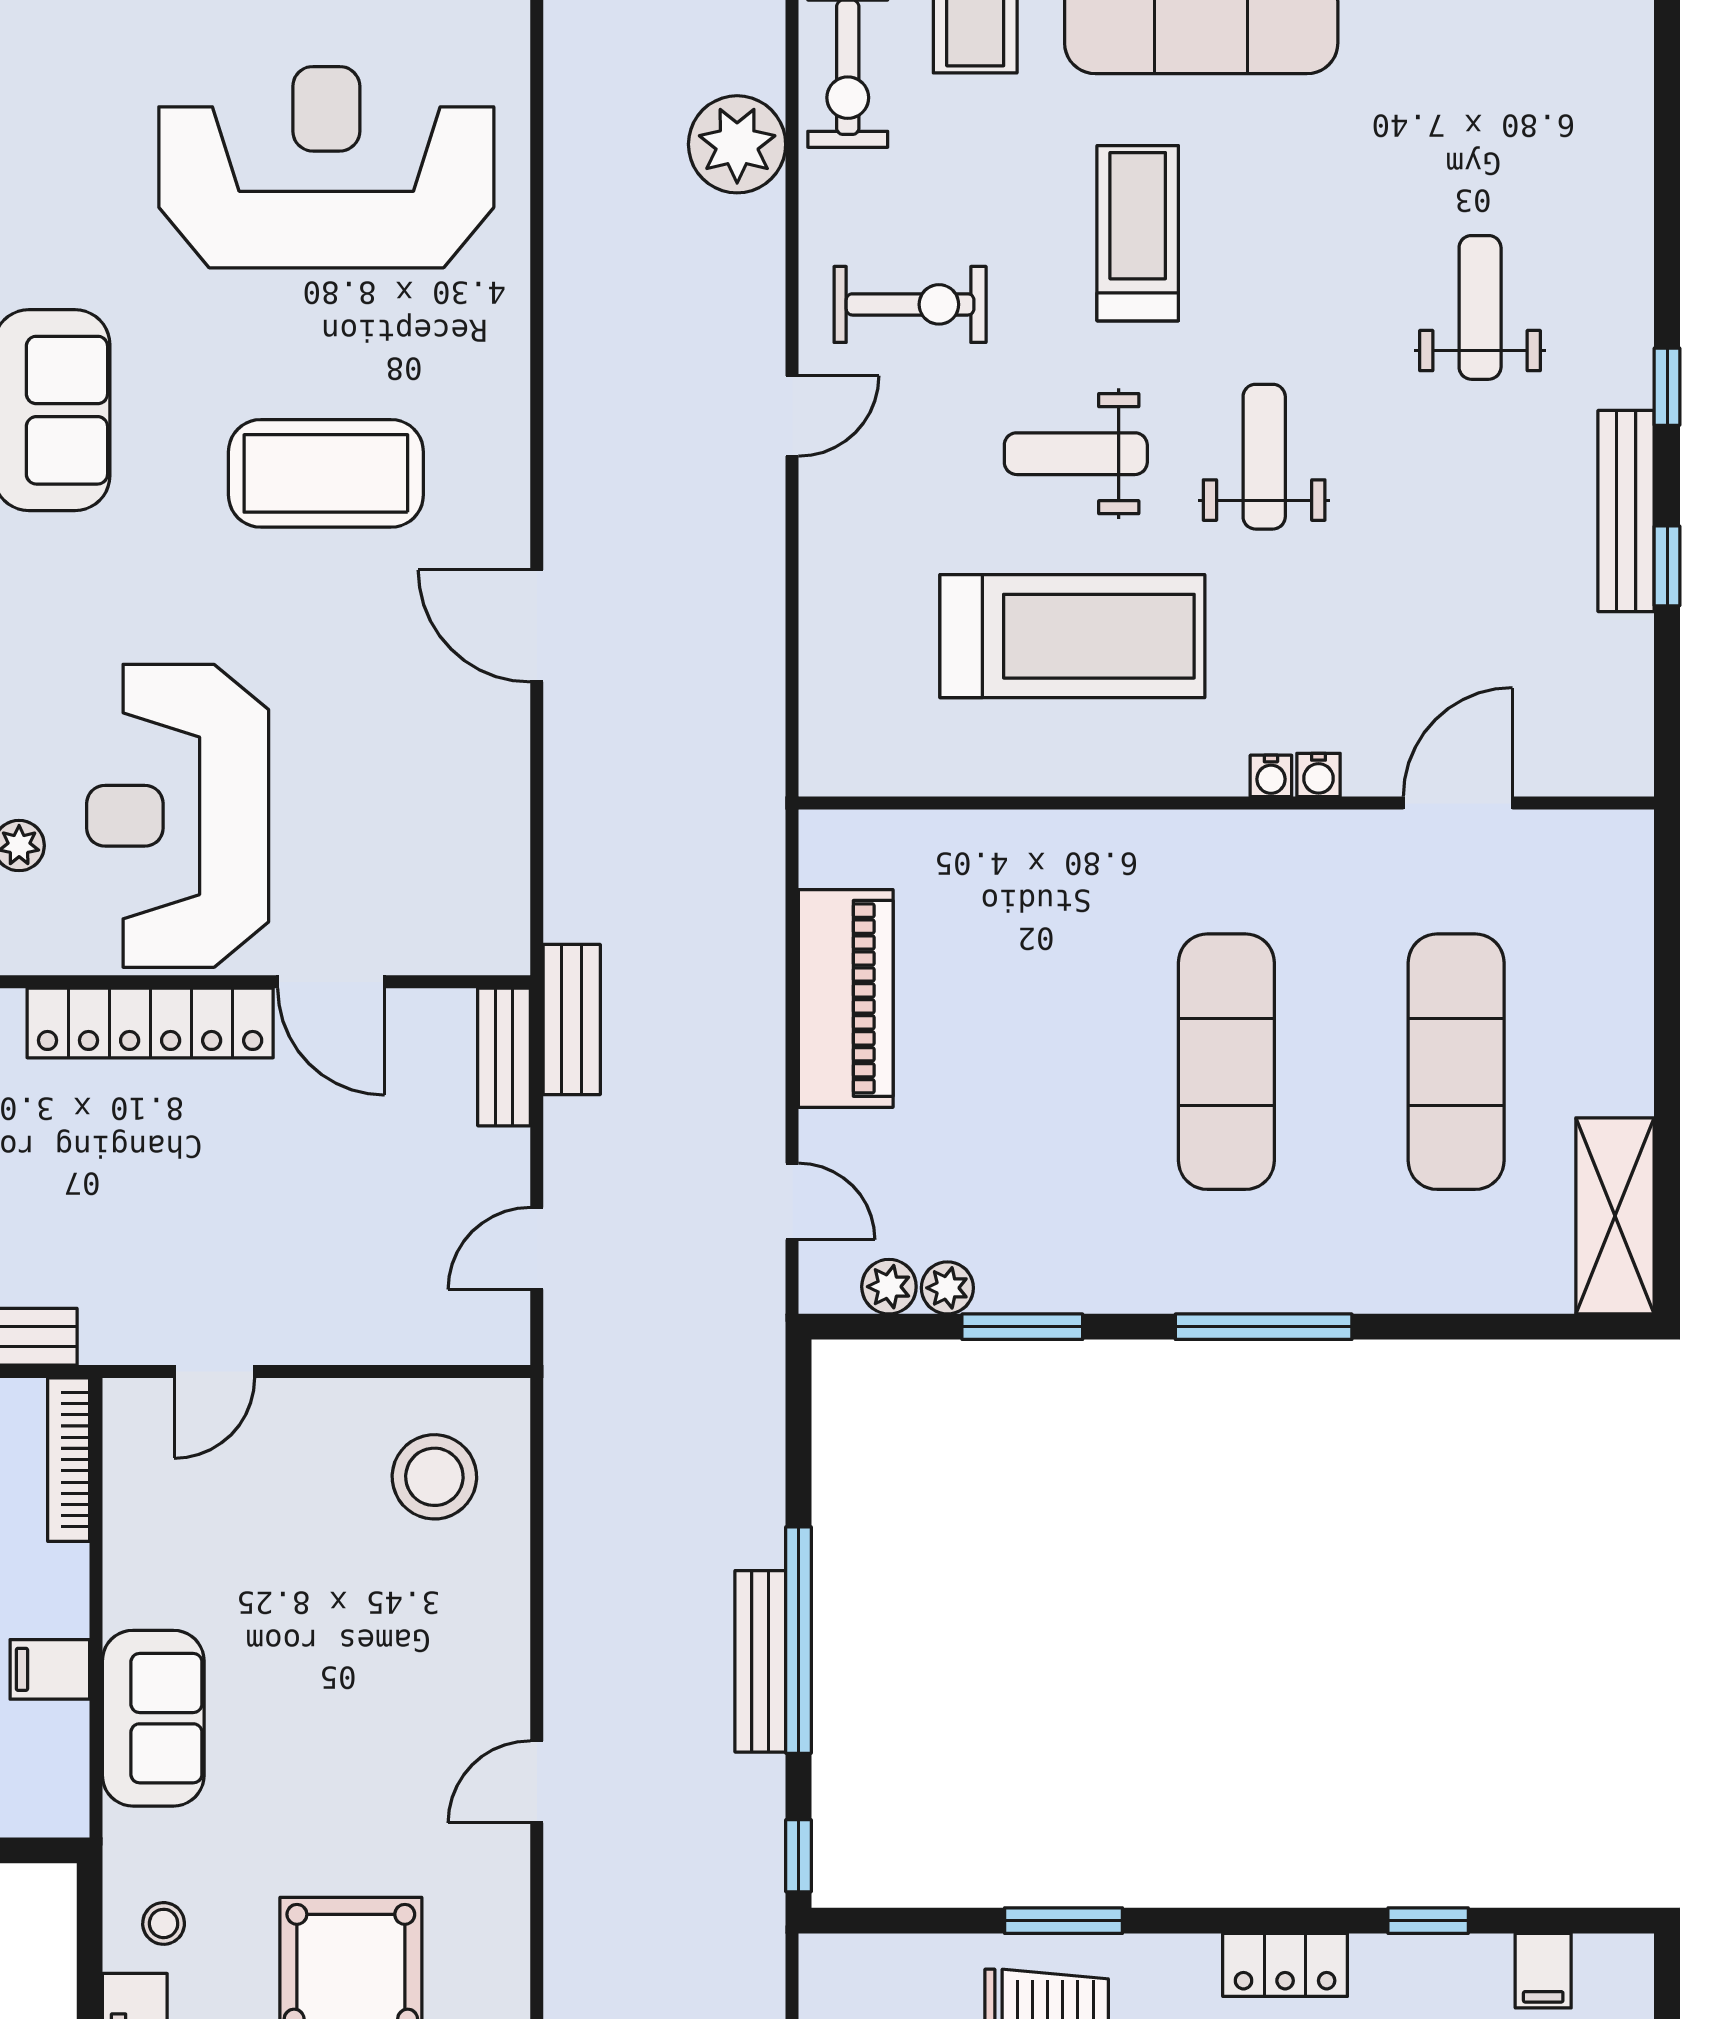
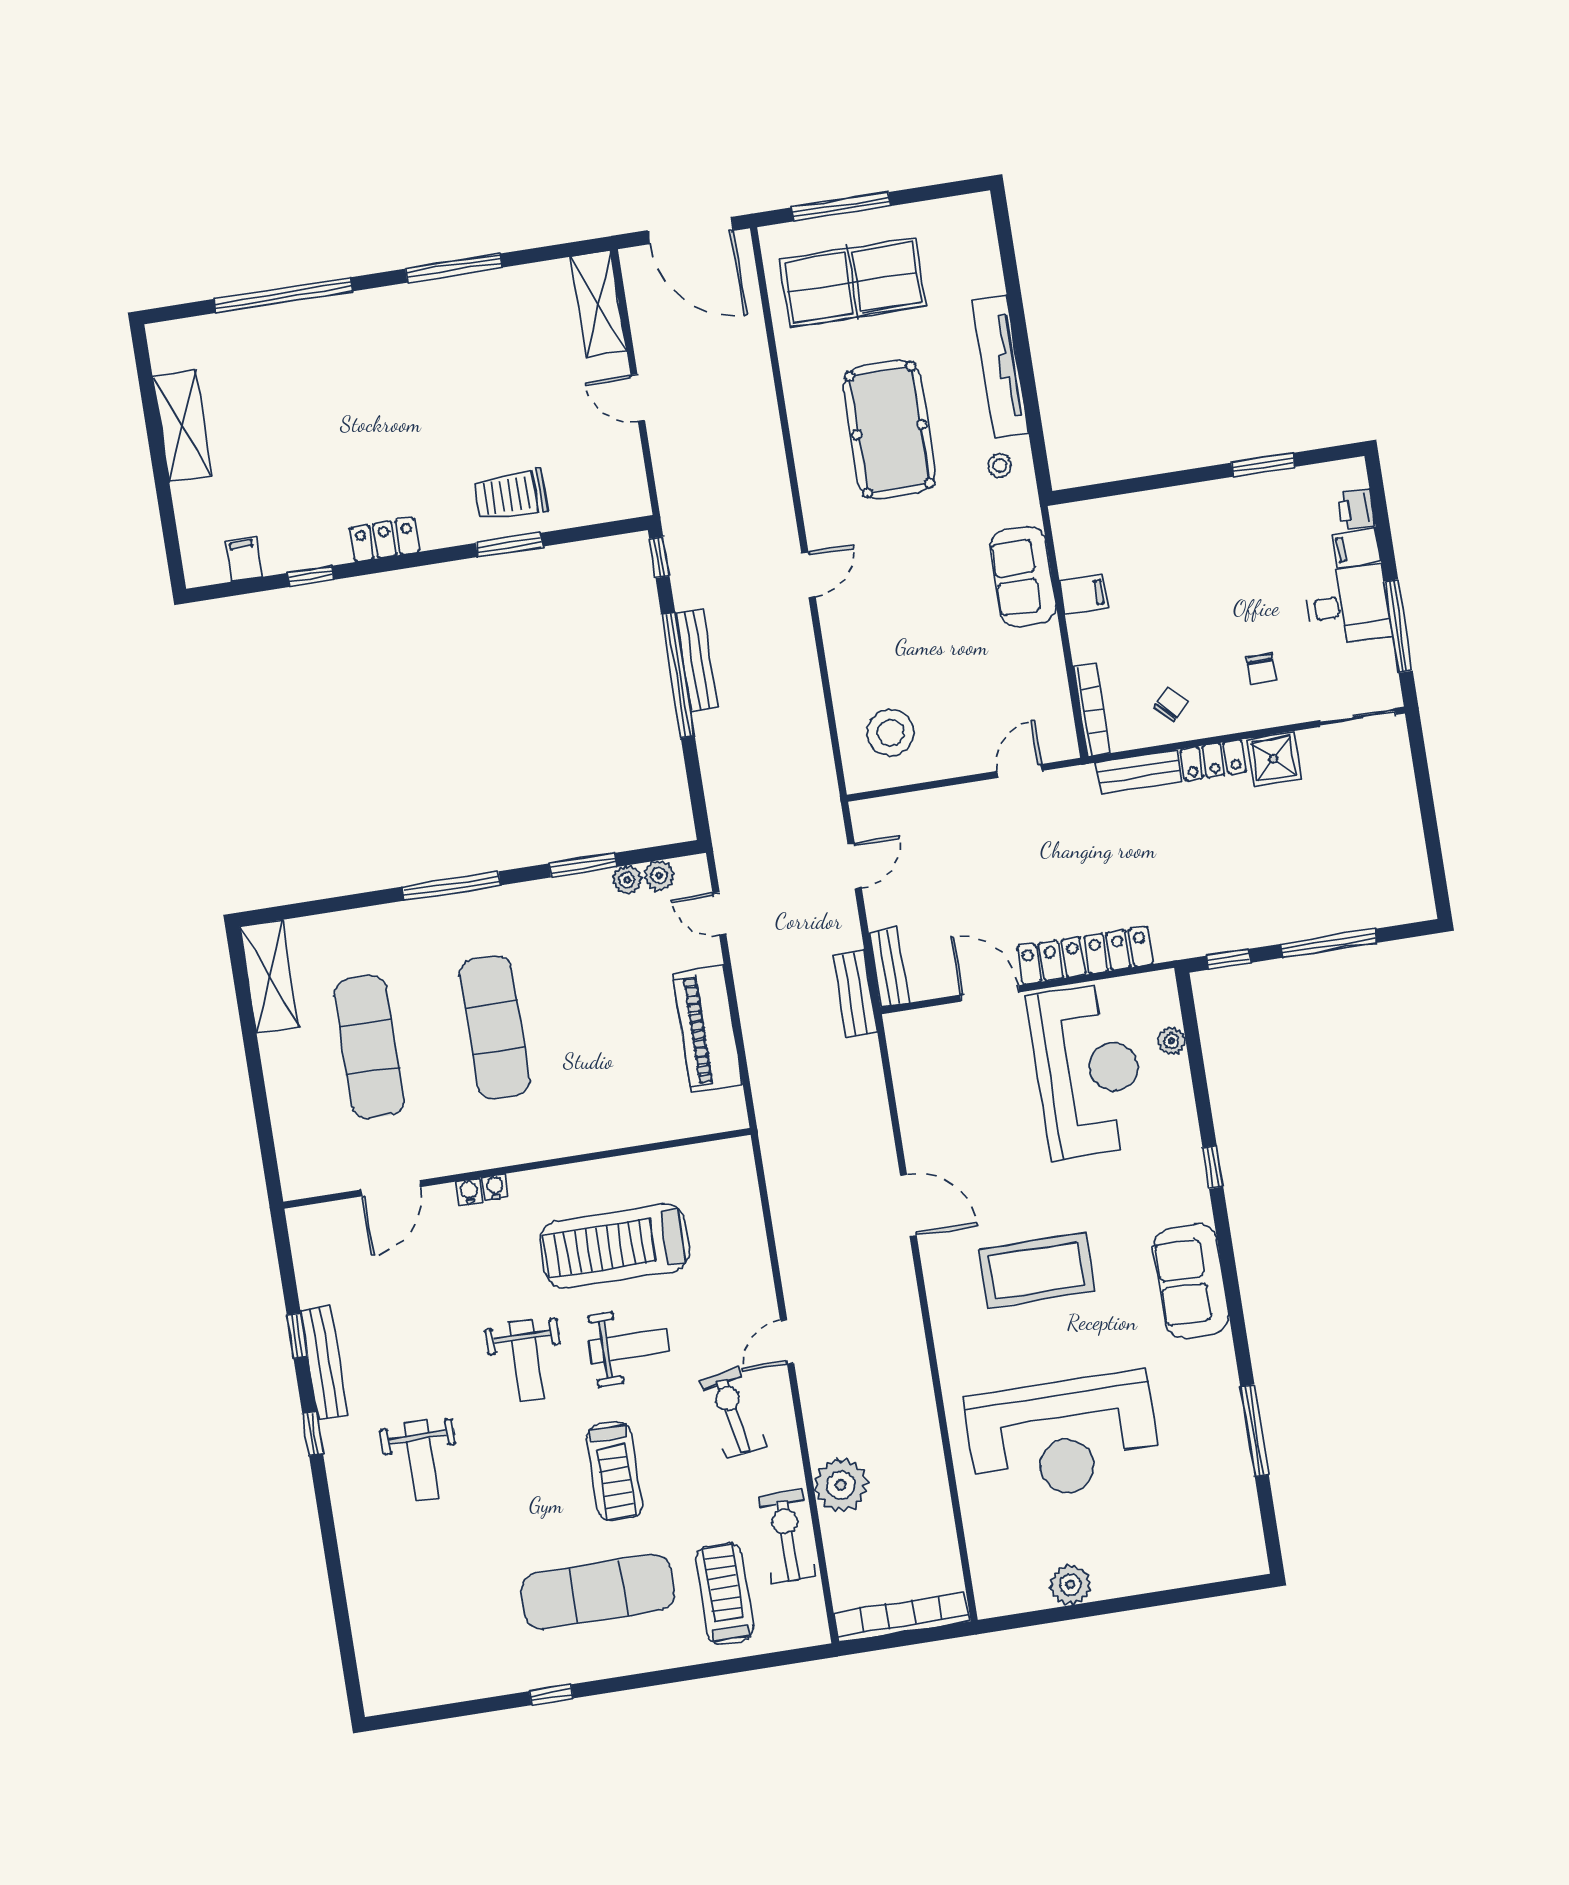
exercise bike: (910, 304) -> (733, 1413), turned 80

